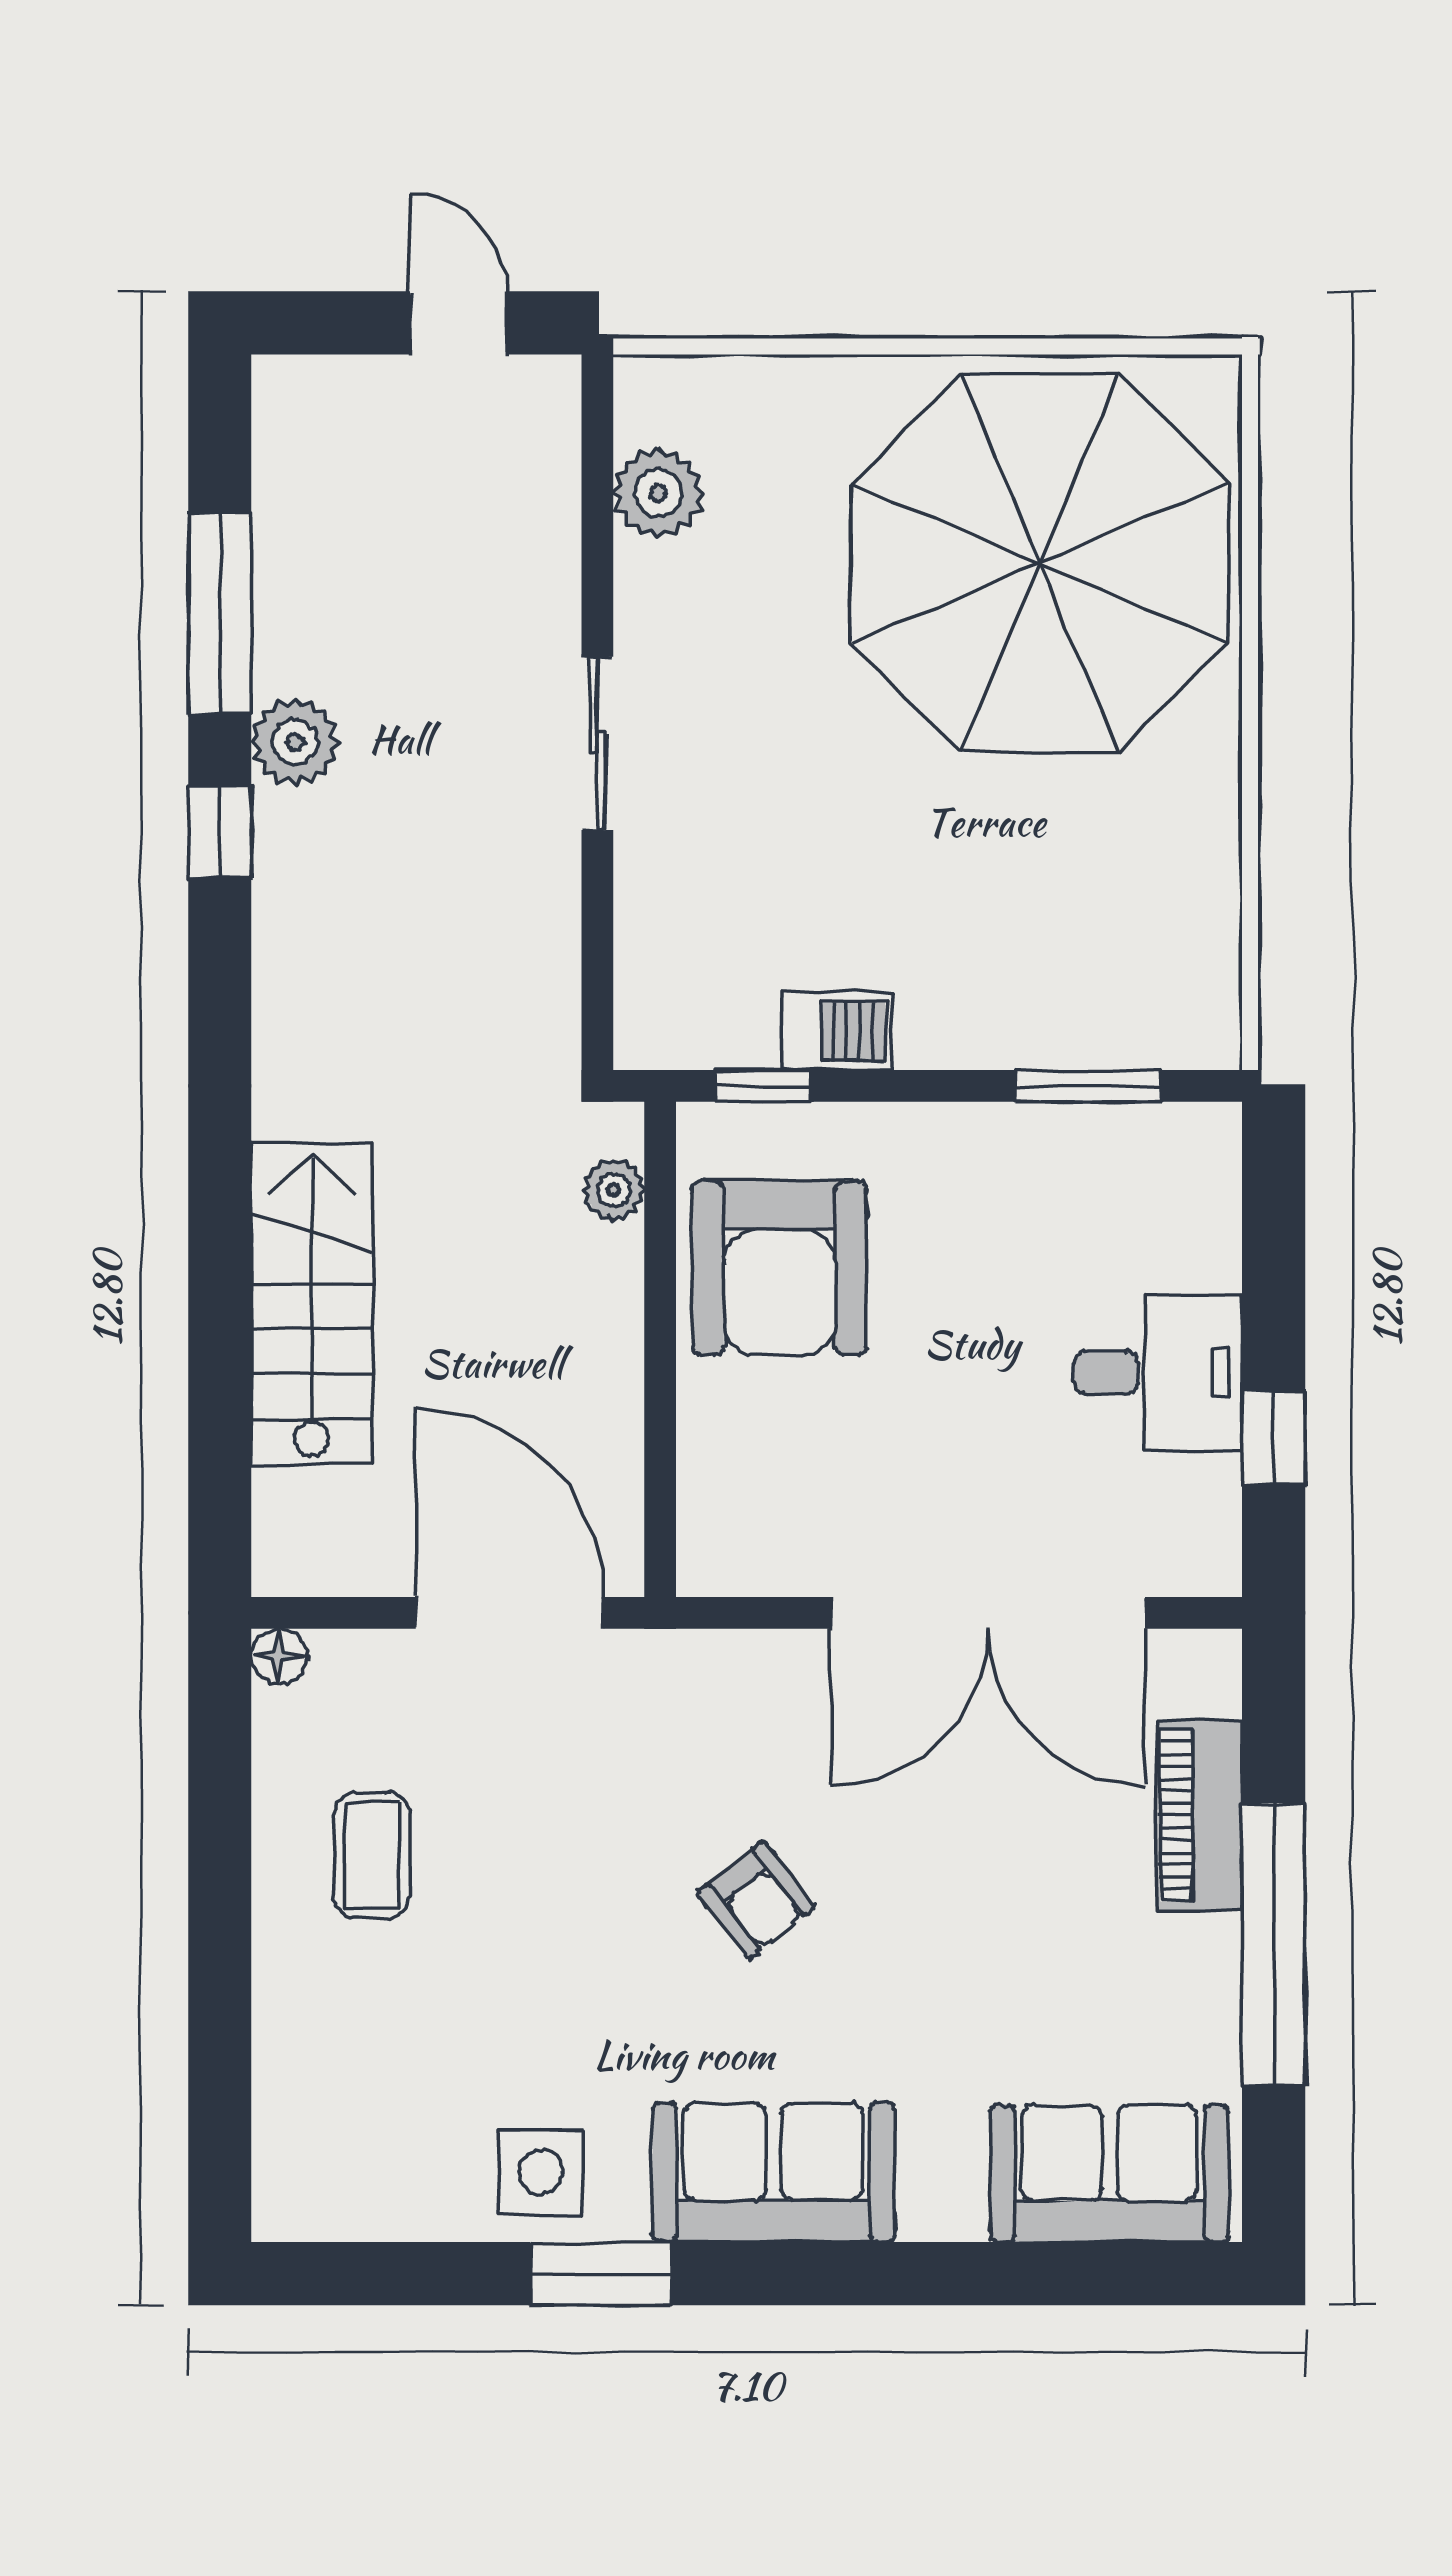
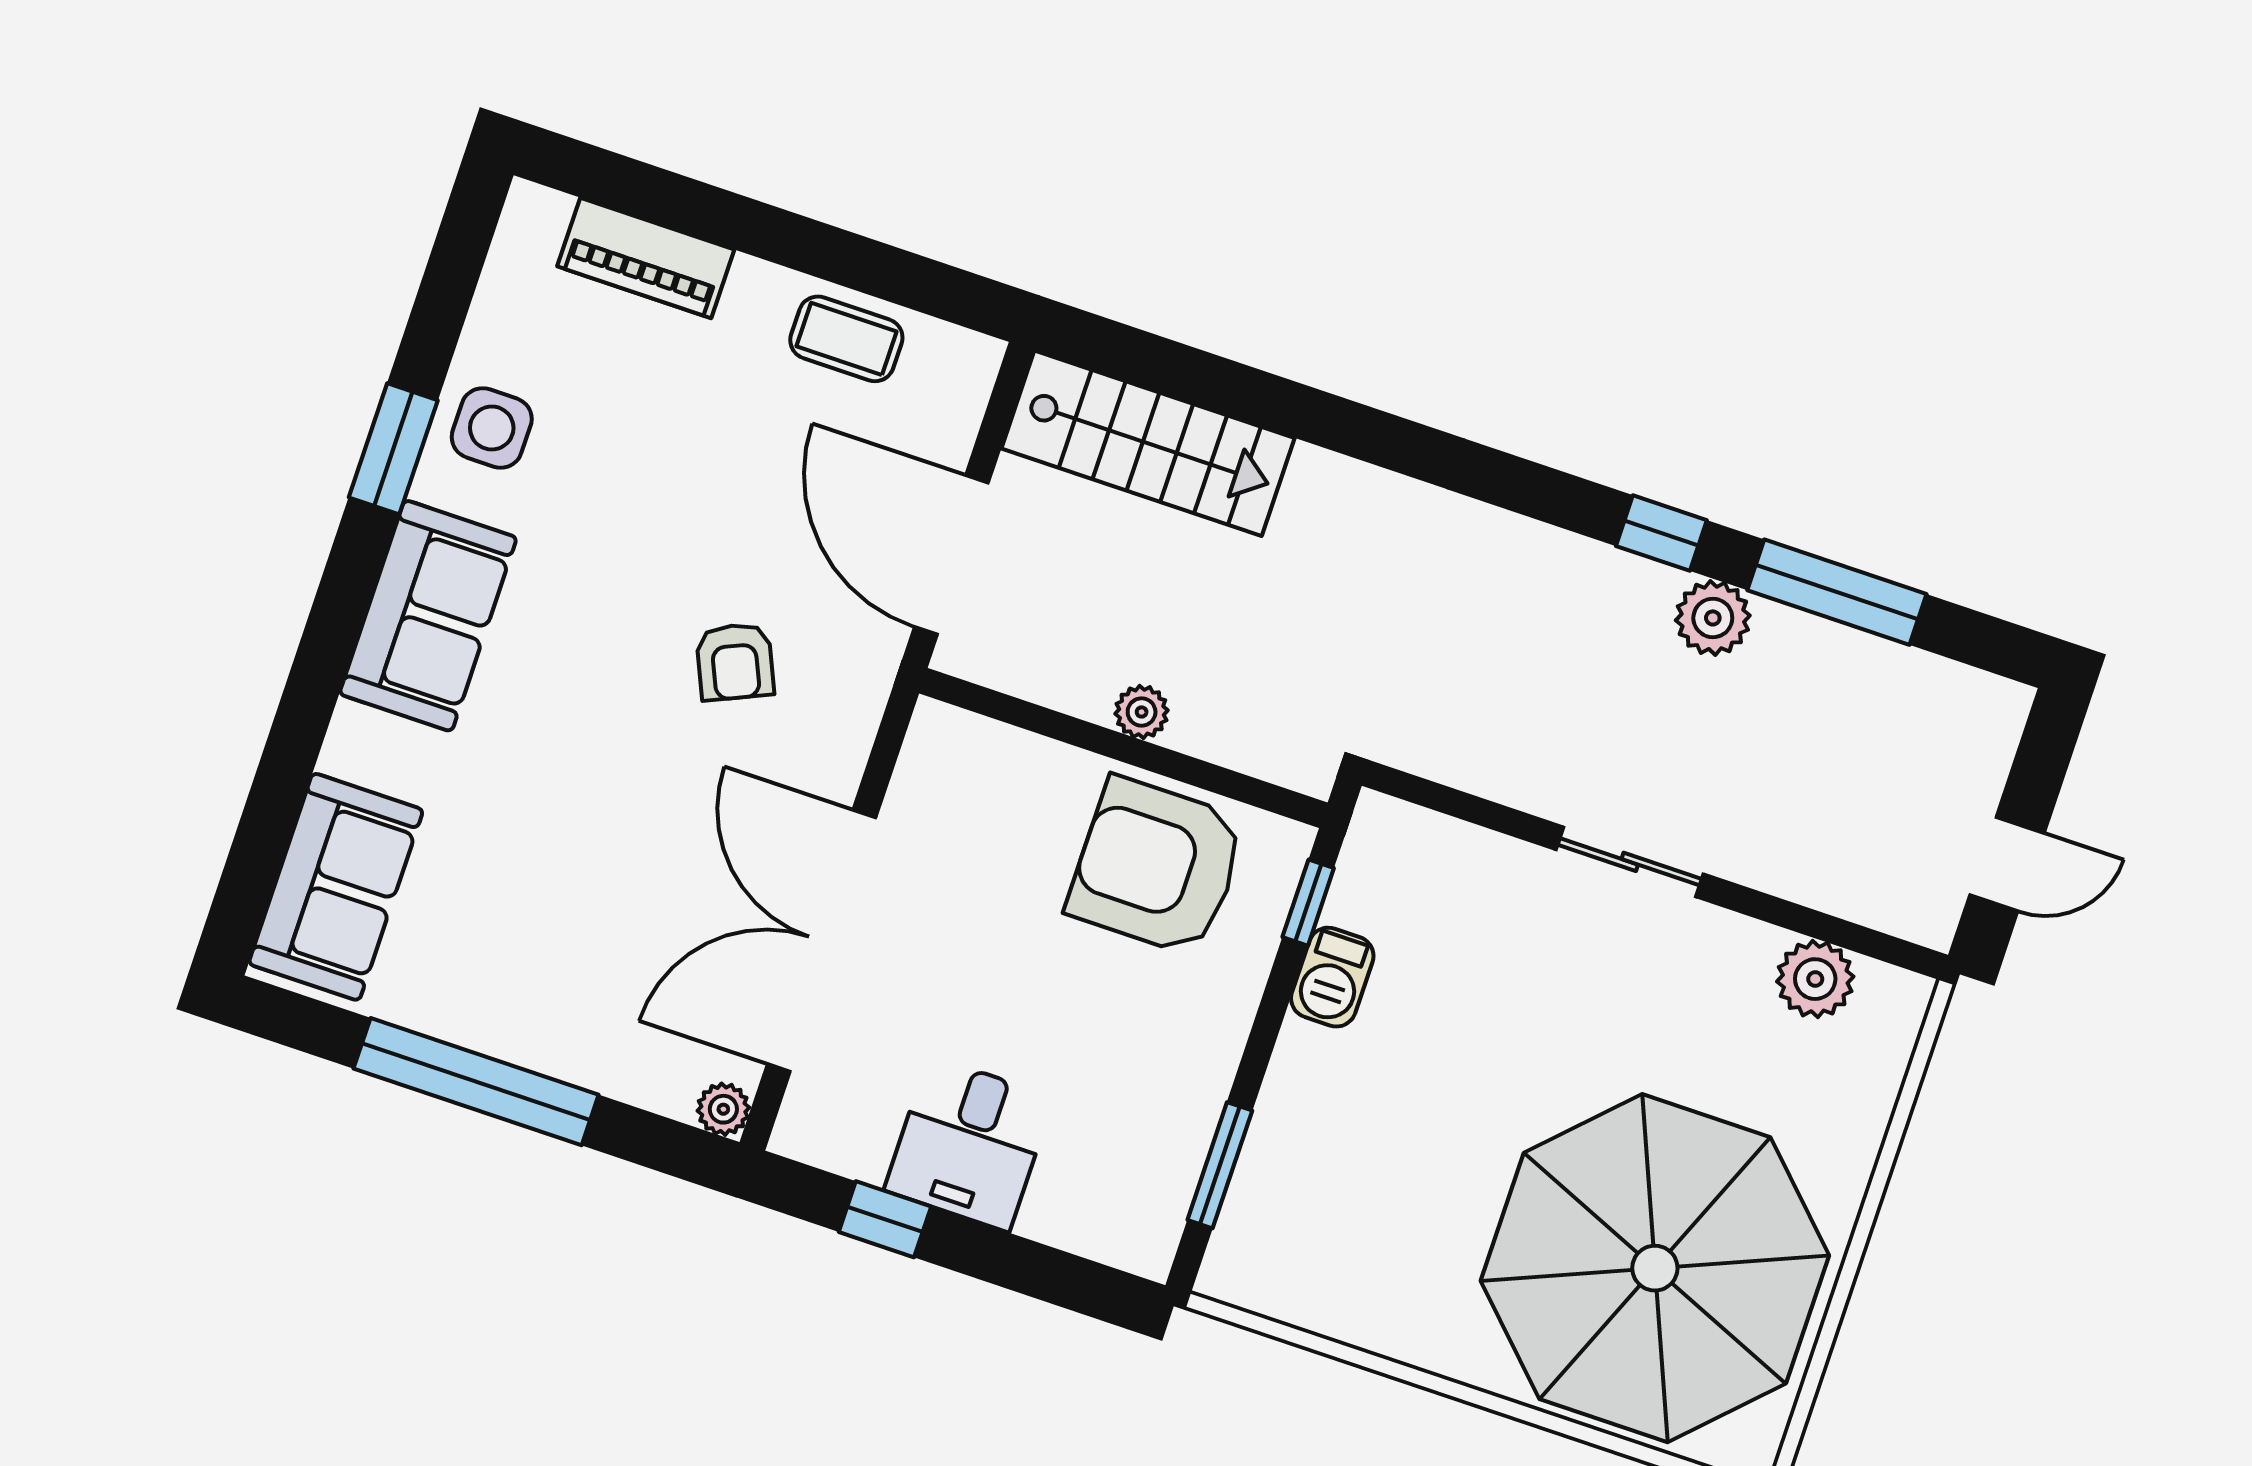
plant: (613, 1190) -> (1142, 712), moved
stairs: (312, 1303) -> (1148, 443), moved
door: (510, 1613) -> (951, 555), swing flipped
floor lamp: (279, 1656) -> (979, 357), removed
plant: (1212, 1659) -> (723, 1109), added
piano: (1200, 1815) -> (646, 258), moved, turned 180
coffee table: (372, 1855) -> (846, 339), moved
armchair: (756, 1900) -> (735, 662), moved, turned -76

